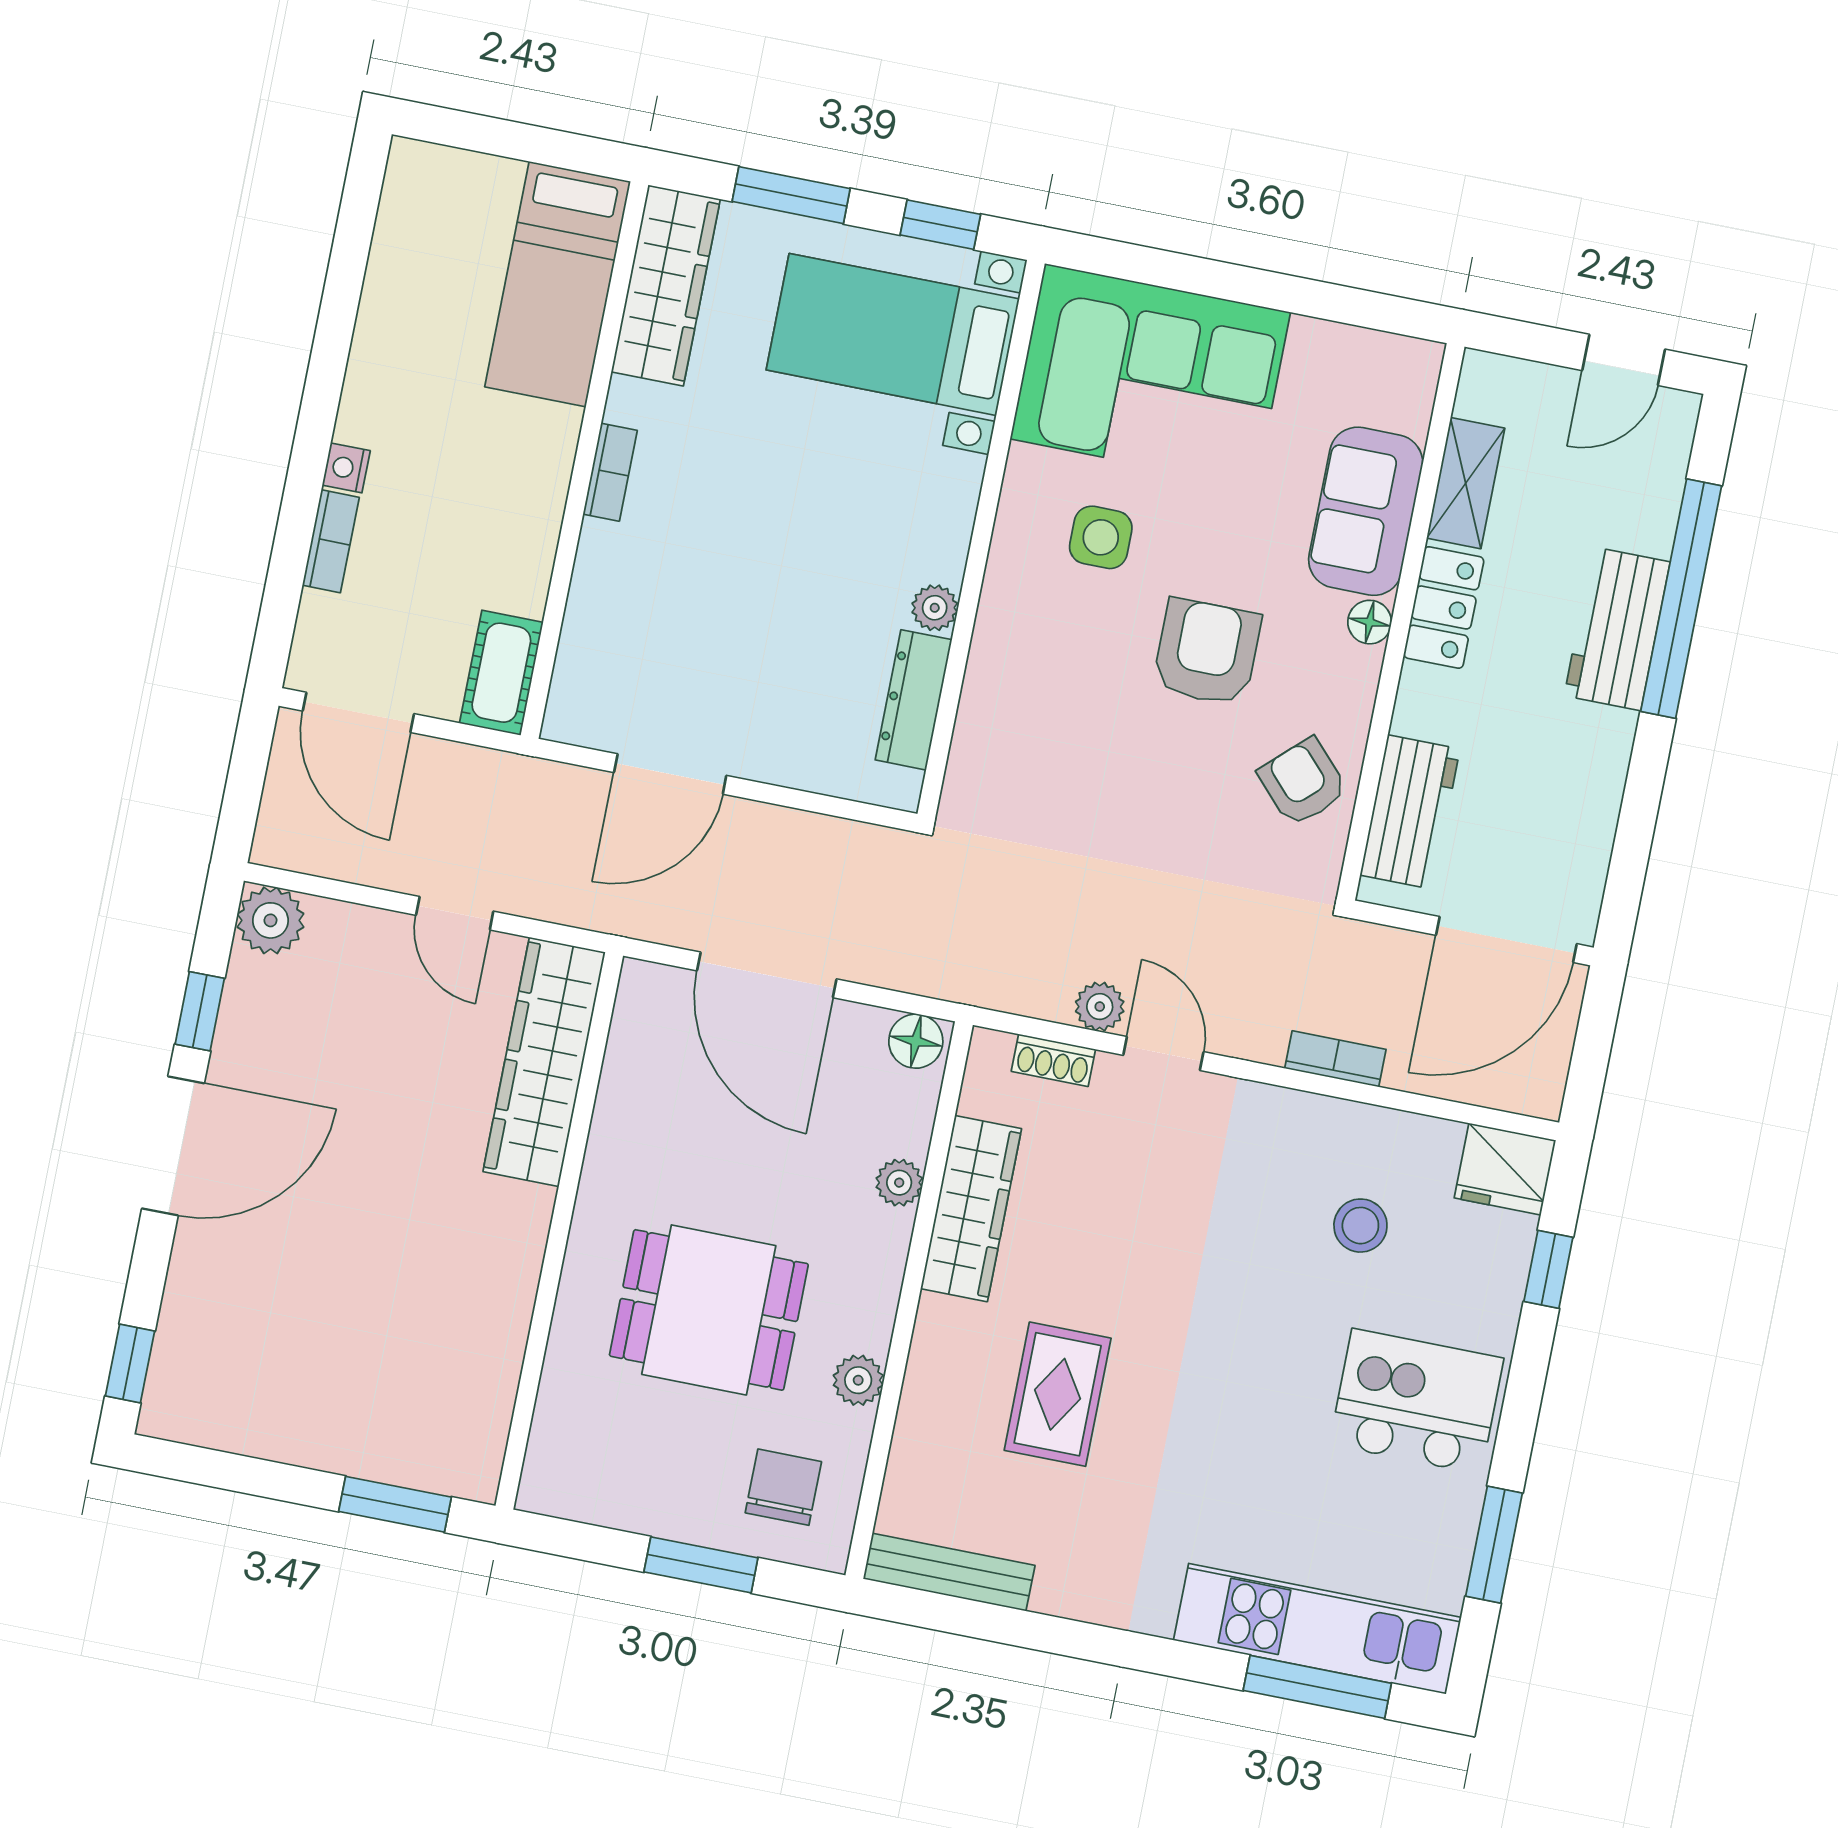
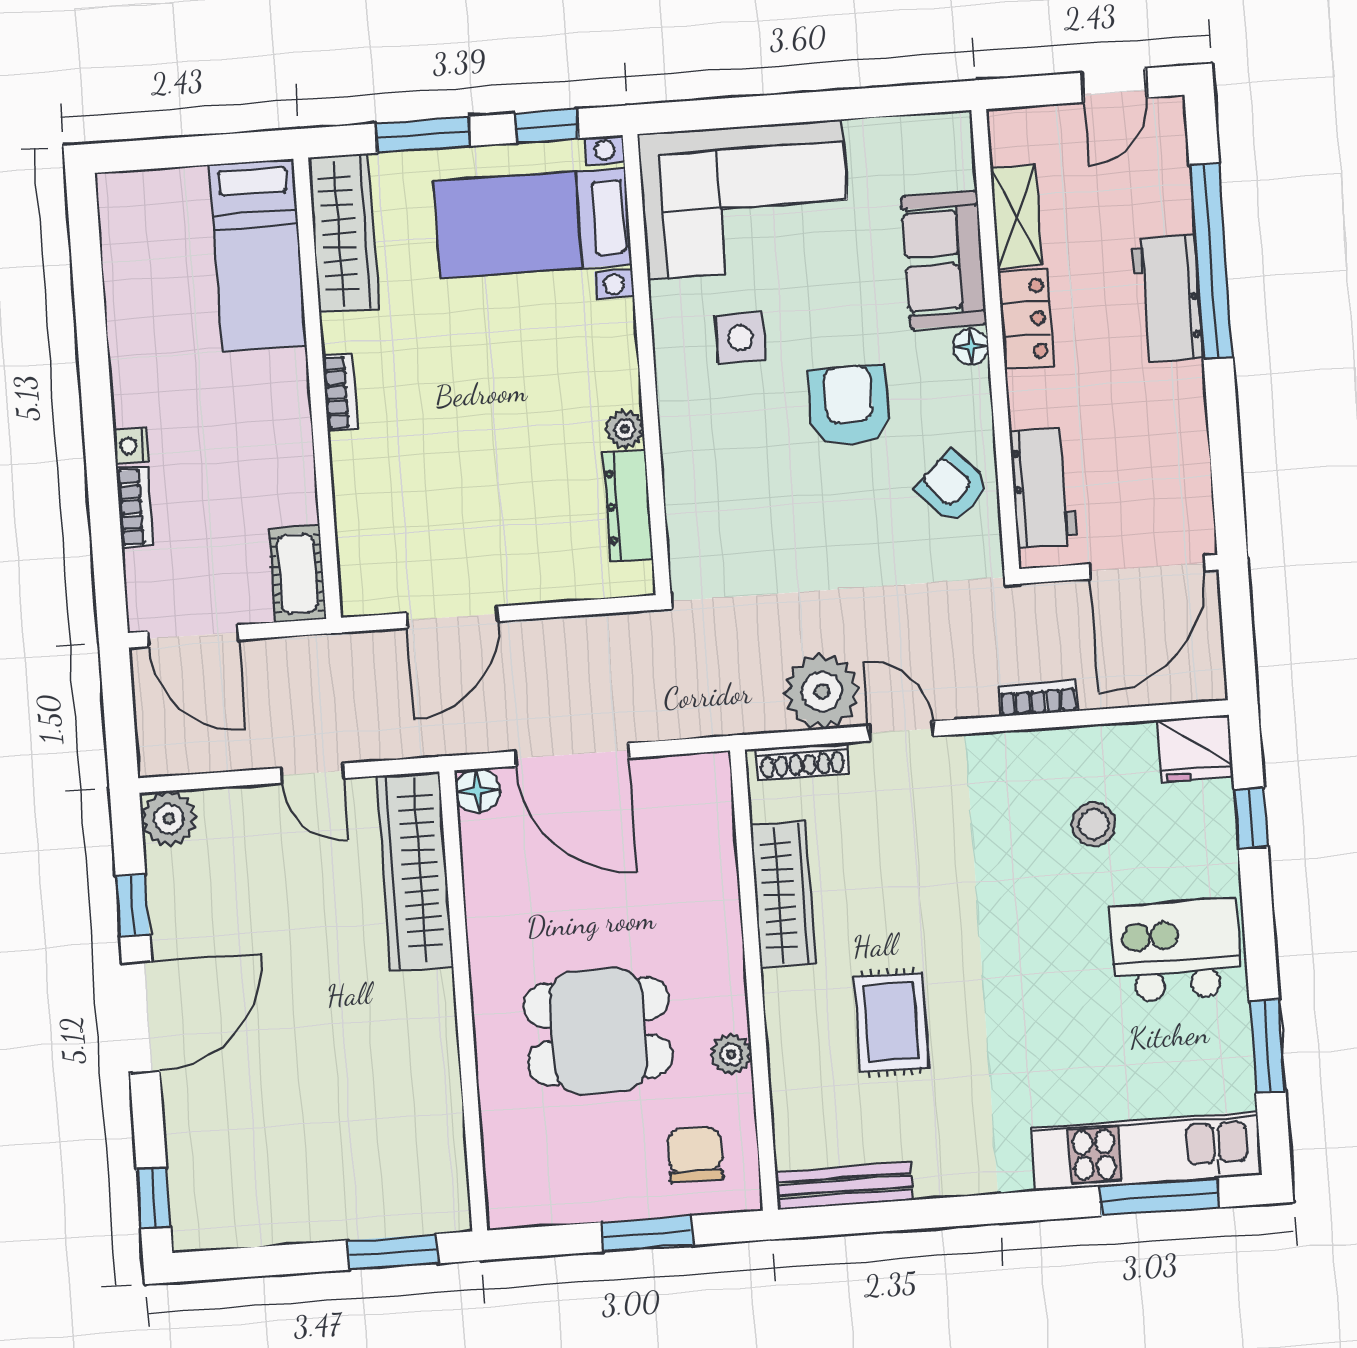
plant: (1100, 1007) -> (822, 691), width x1.88, depth x1.88
floor lamp: (916, 1041) -> (478, 791), moved
shoe rack: (1053, 1060) -> (802, 761), width x1.43
plant: (899, 1183) -> (721, 890), removed

